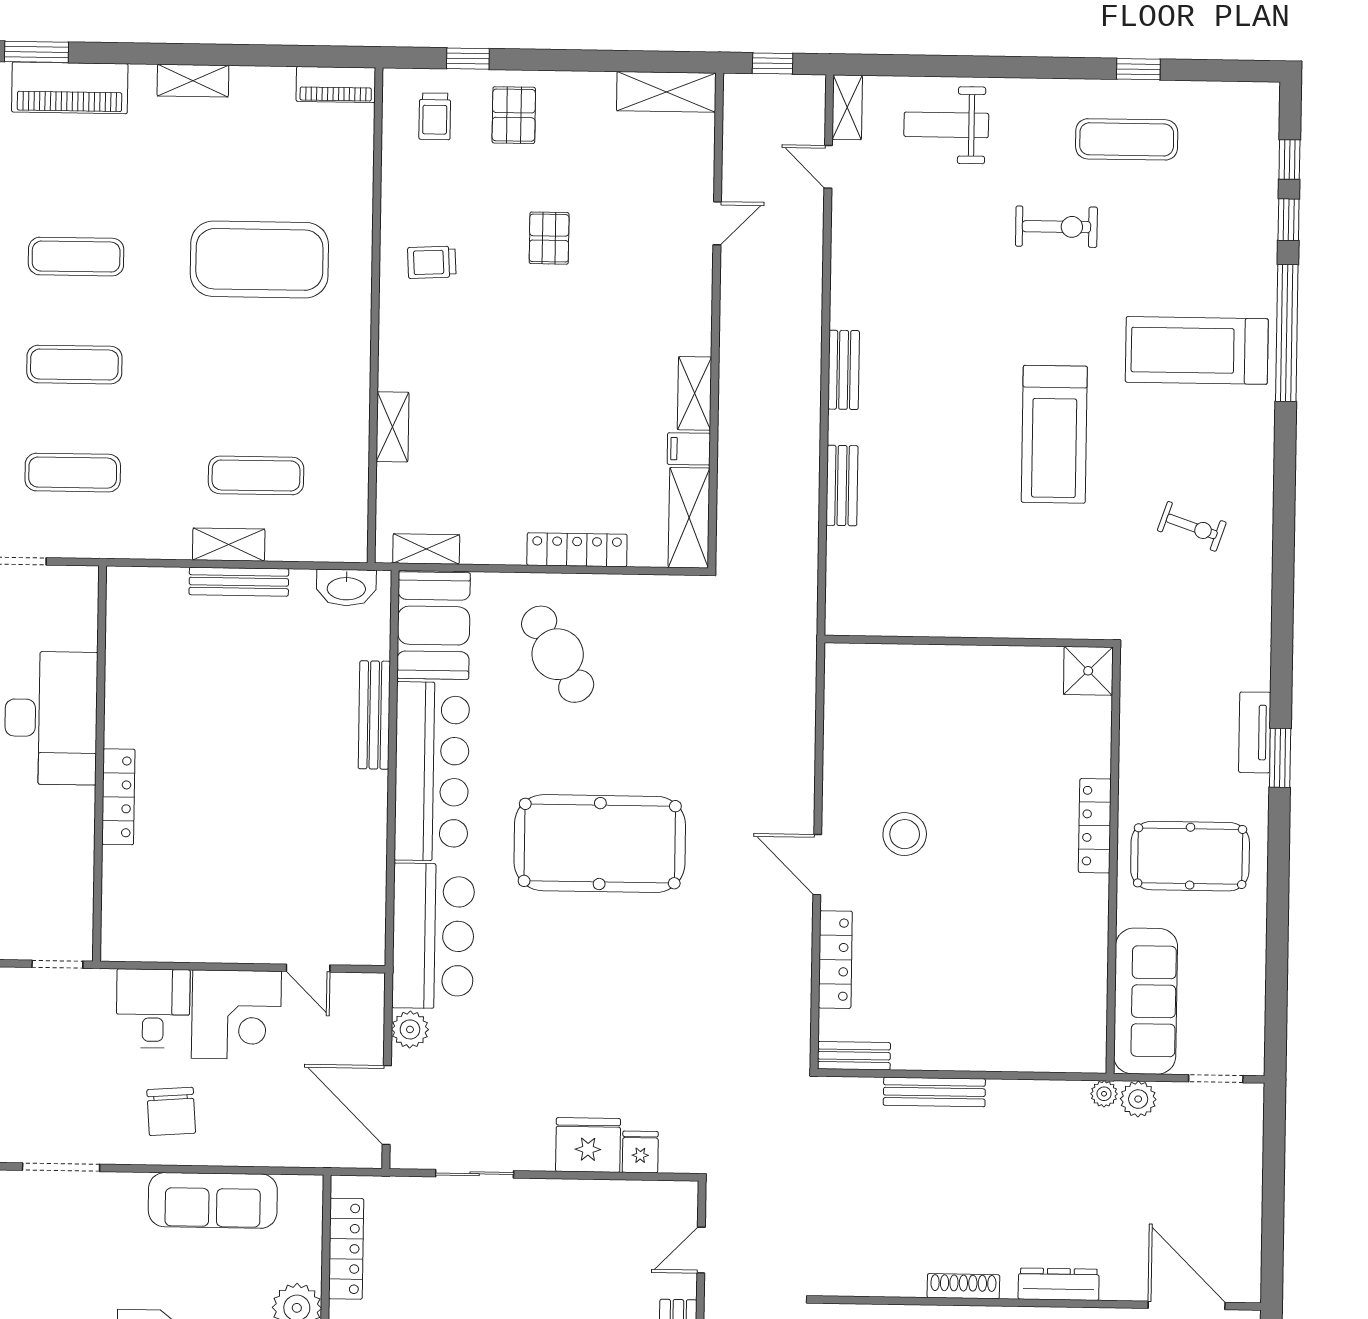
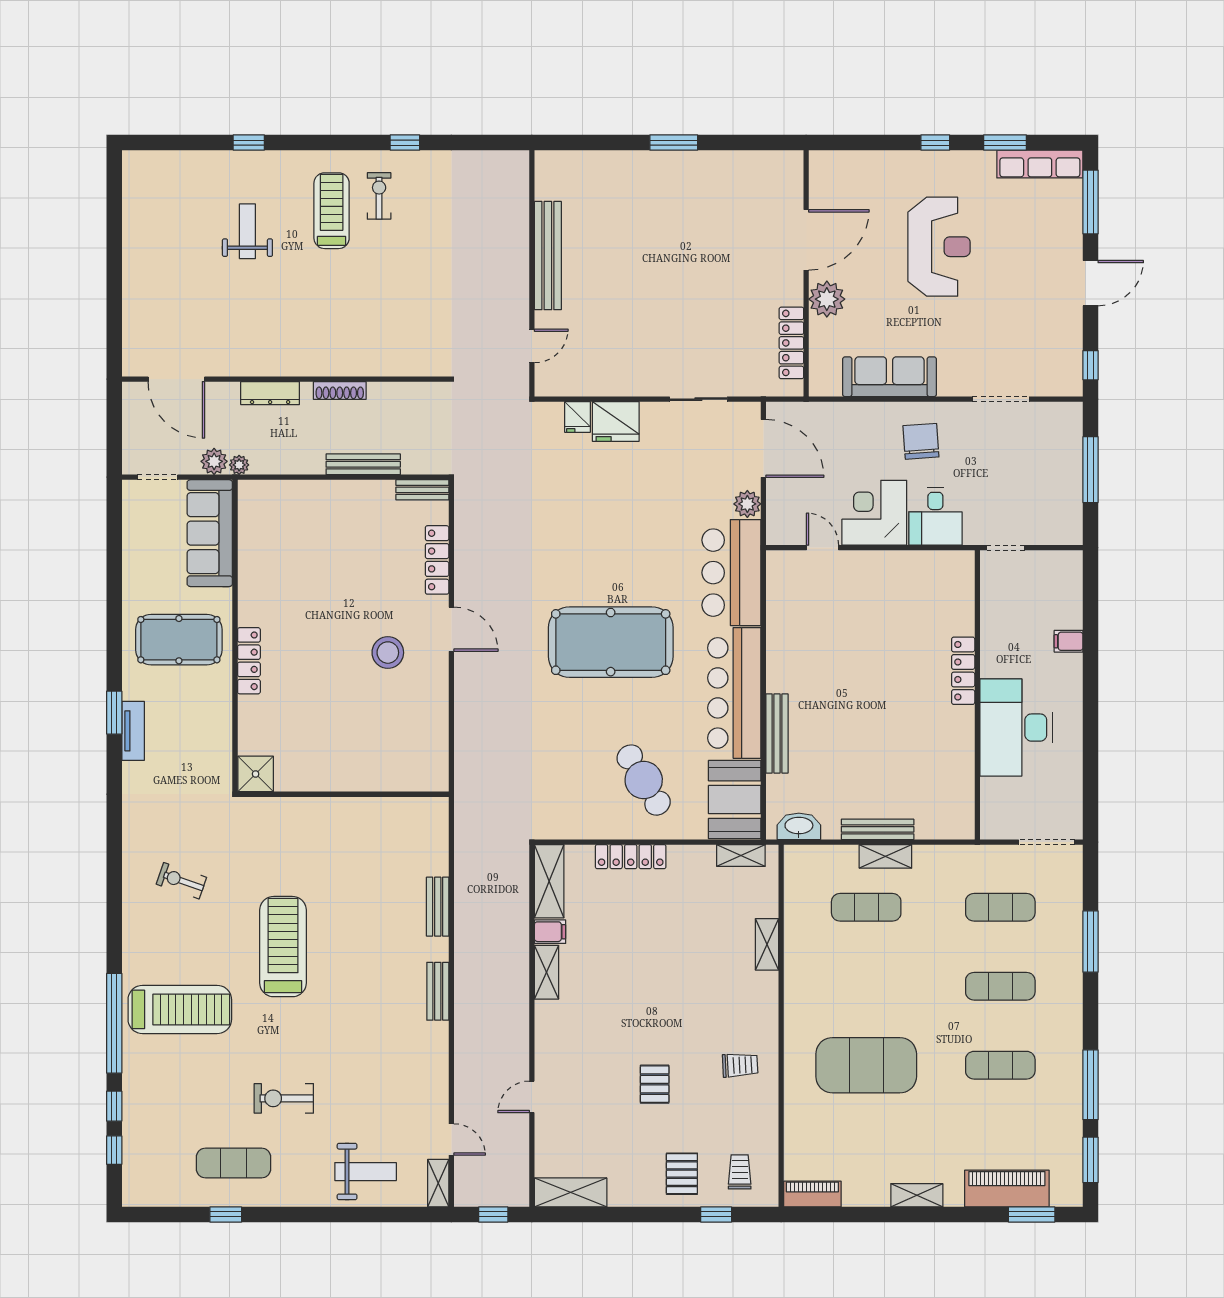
dresser: (1059, 1284) -> (270, 393), moved
shoe rack: (963, 1286) -> (340, 391), moved
wall: (1038, 1303) -> (285, 379), moved
door: (1187, 1305) -> (176, 379), moved

